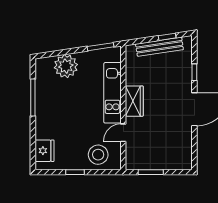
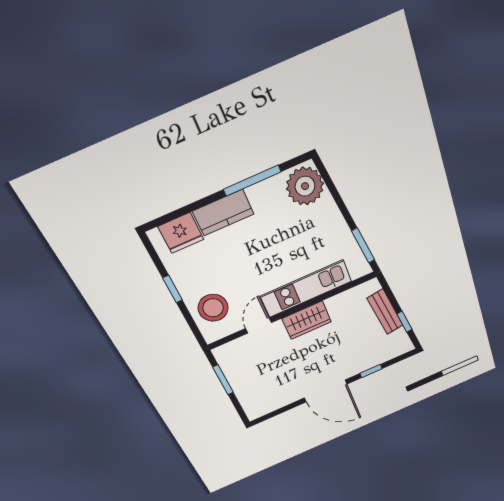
bench: (159, 47) -> (385, 312), width x0.73
plant: (66, 66) -> (305, 186), moved
kitchen counter: (44, 122) -> (223, 213), added
door: (123, 133) -> (259, 326), hinge flipped

